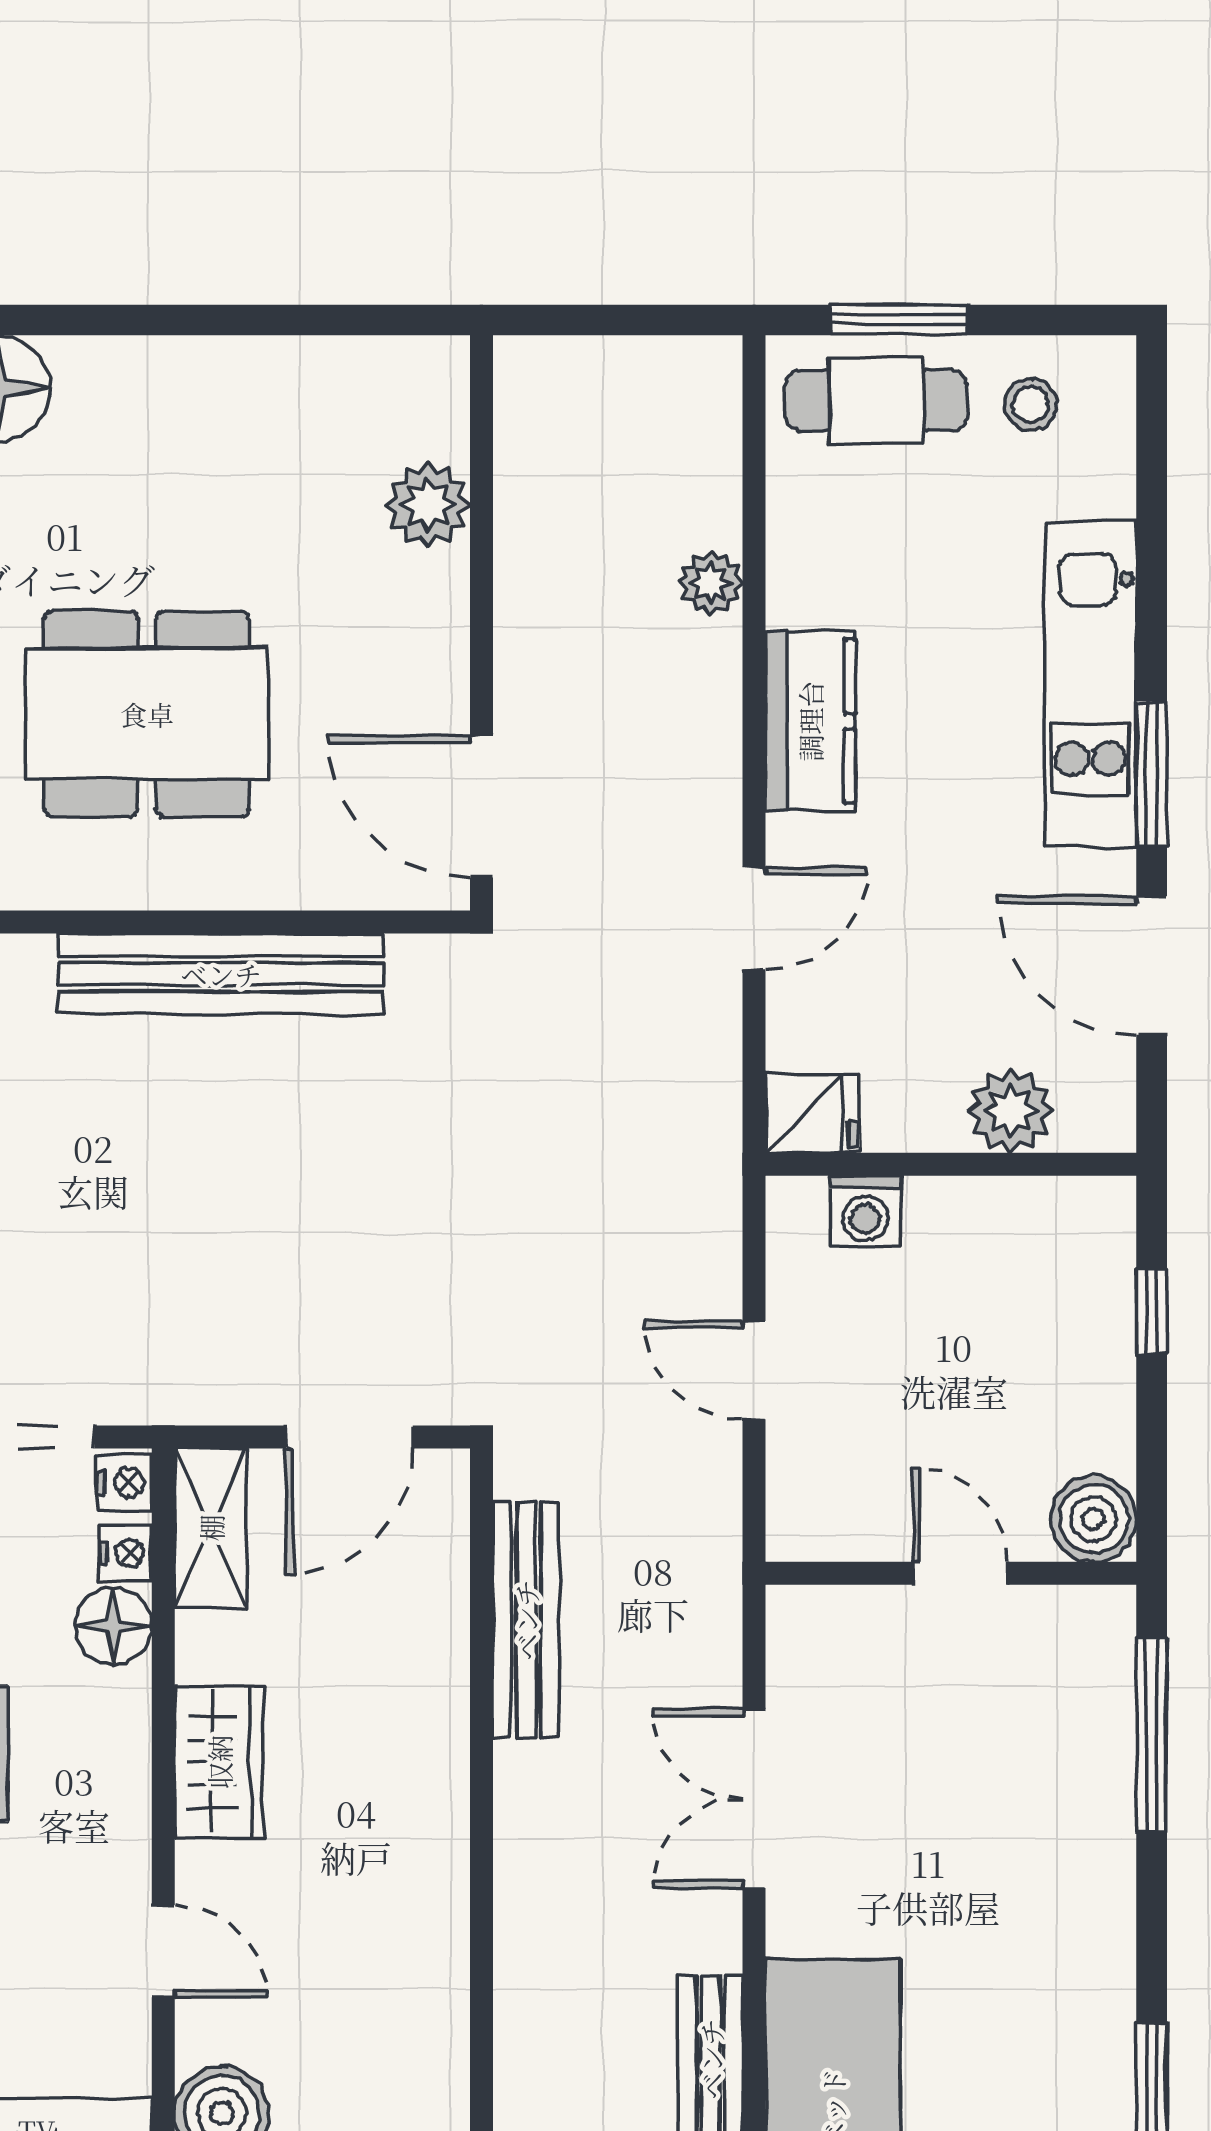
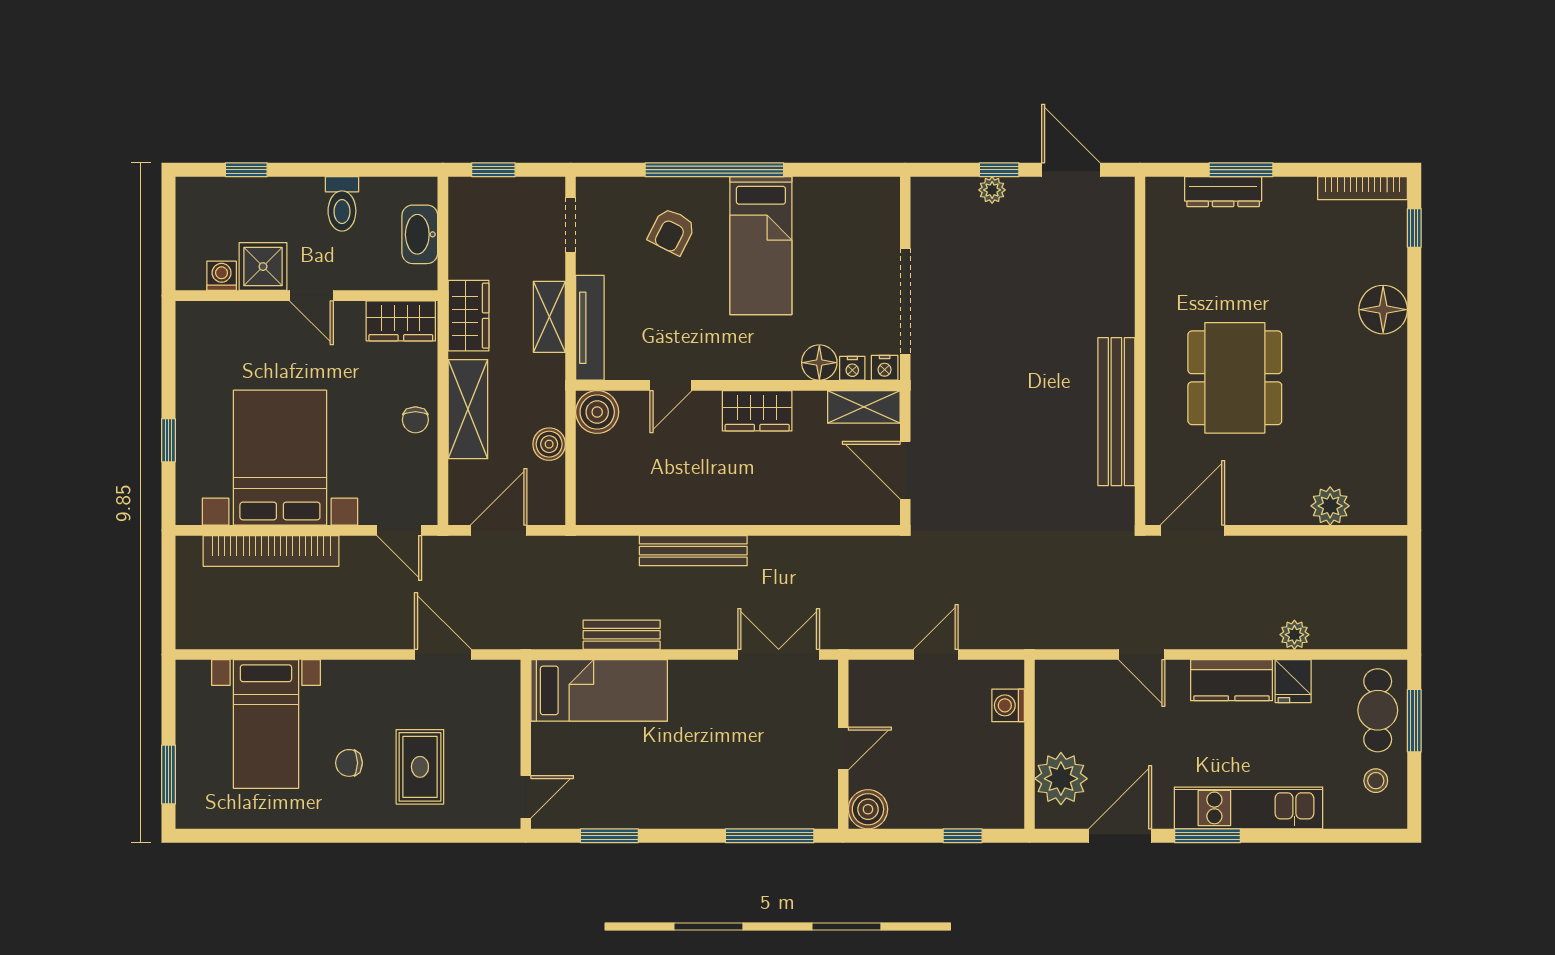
plant: (1011, 1111) -> (1061, 779), width x1.36, depth x1.36
fridge: (812, 1113) -> (1293, 681), moved
bench: (526, 1620) -> (693, 551), moved
double door: (754, 1798) -> (779, 655), moved

